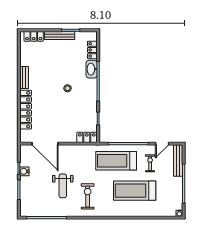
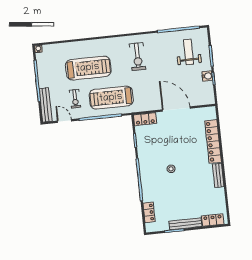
washbasin: (92, 69) -> (148, 192), removed
door: (45, 144) -> (176, 109), moved
door: (162, 144) -> (64, 121), hinge flipped
treadmill: (116, 161) -> (111, 98), turned 180
weight bench: (63, 186) -> (189, 52), moved

